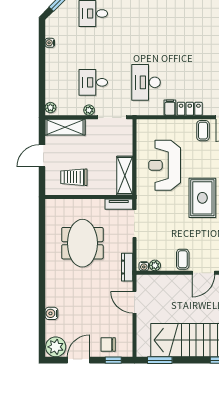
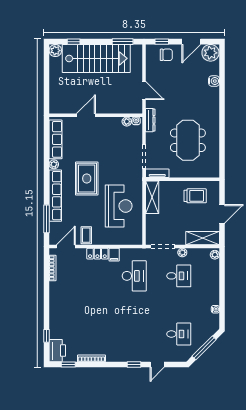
coffee table: (183, 259) -> (103, 127), removed

